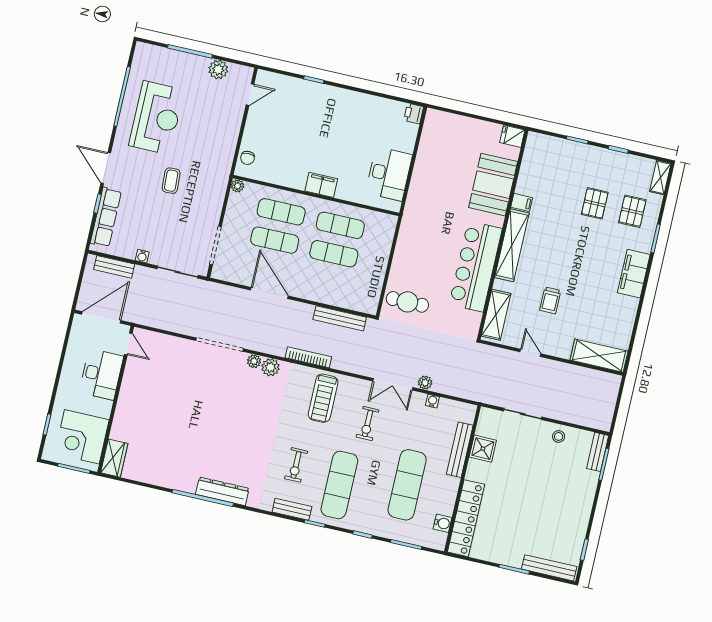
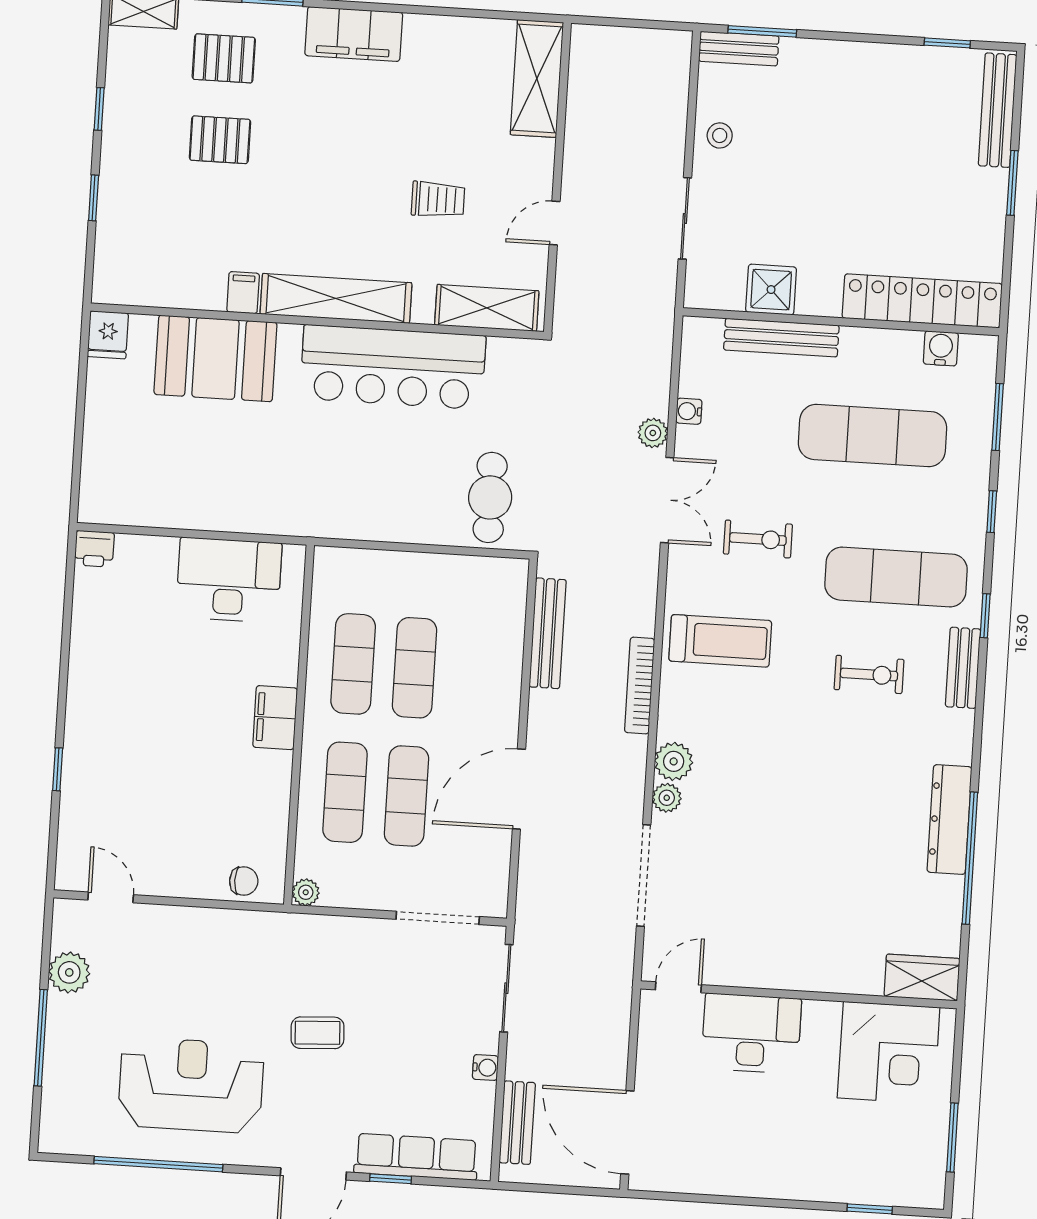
door: (128, 344) -> (678, 987), moved
desk: (101, 374) -> (751, 1033), moved
wall: (116, 399) -> (799, 995), moved
corner desk: (82, 437) -> (889, 1053), moved
wardrobe: (114, 458) -> (922, 978), moved

